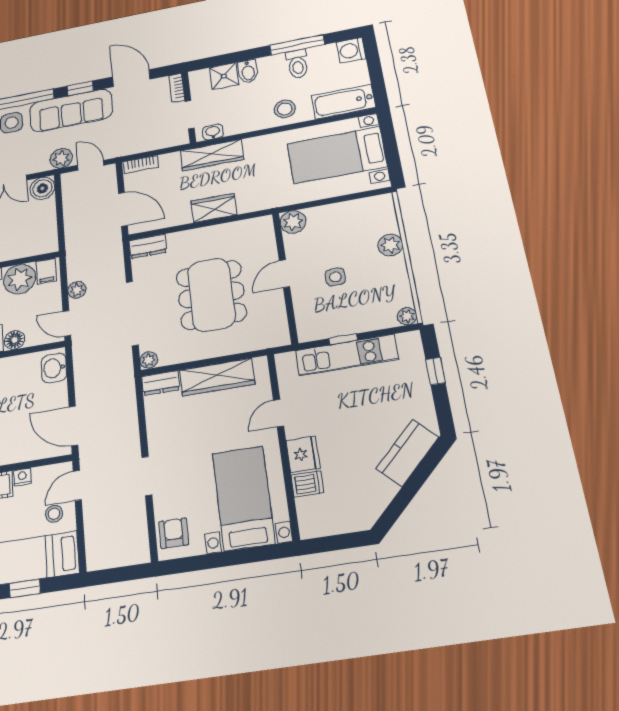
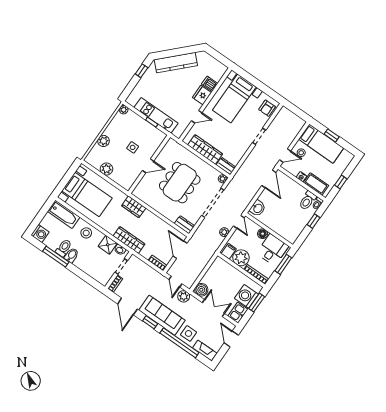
bidet: (248, 71) -> (72, 255), moved
shower: (224, 76) -> (108, 245), moved
wardrobe: (214, 208) -> (134, 207), moved
plant: (293, 222) -> (106, 169), moved
window: (435, 371) -> (142, 71), moved
kitchen counter: (407, 453) -> (176, 63), width x1.50

